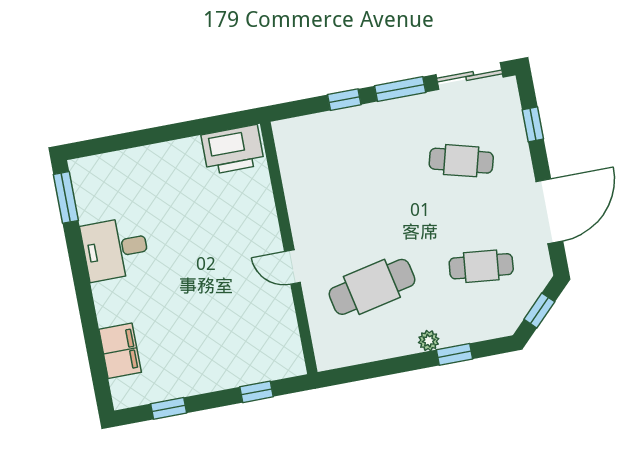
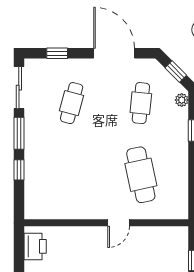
printer: (233, 150) -> (35, 246), width x0.73, depth x0.84
plant: (429, 341) -> (182, 100), moved

